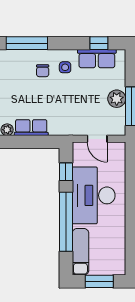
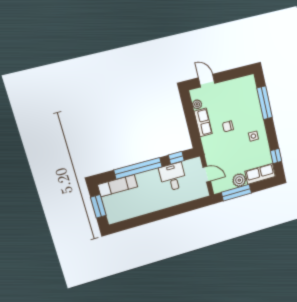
row of seats: (97, 59) -> (260, 174), moved, turned 90
chair: (43, 71) -> (228, 126), moved
door: (97, 139) -> (207, 174), swing flipped
desk: (94, 195) -> (173, 177), width x0.53, depth x0.77

